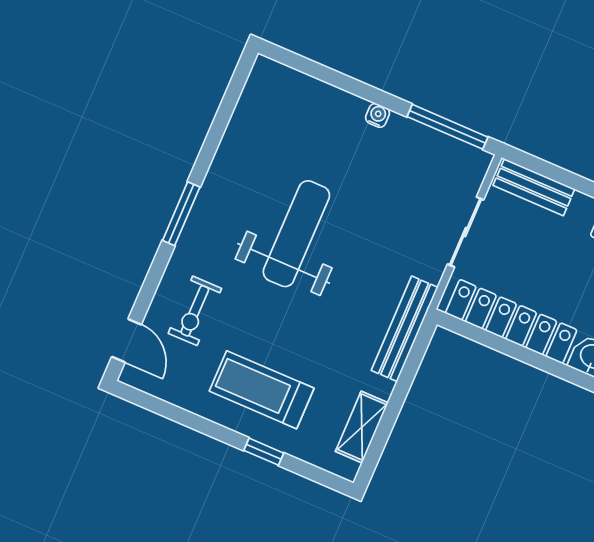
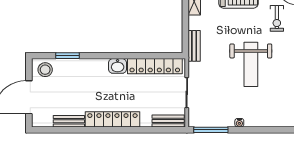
exercise bike: (195, 311) -> (277, 18), turned 180
bench: (405, 329) -> (194, 46), width x0.73

